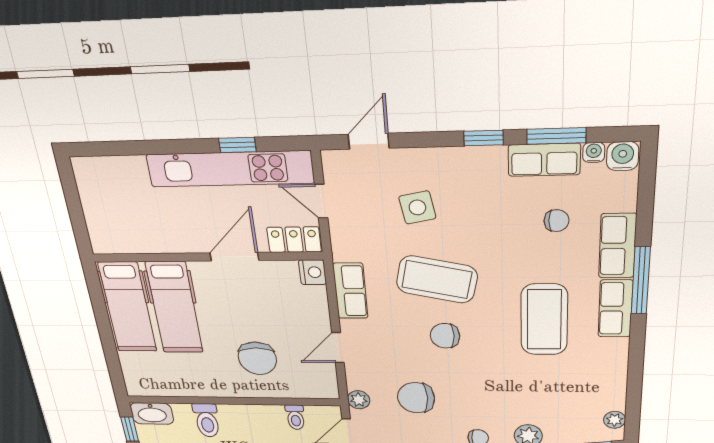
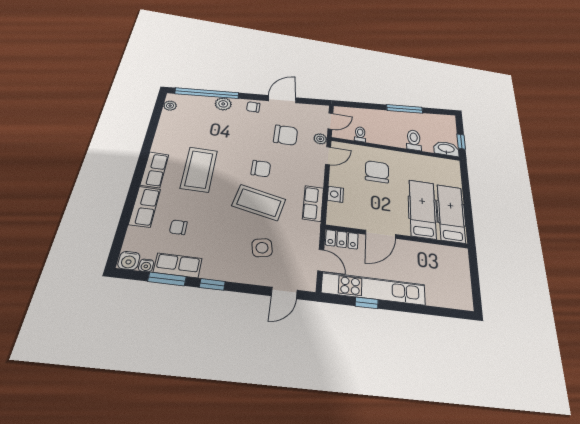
nightstand: (313, 272) -> (335, 194), moved
window: (641, 281) -> (135, 184), removed
door: (338, 348) -> (328, 156), moved

